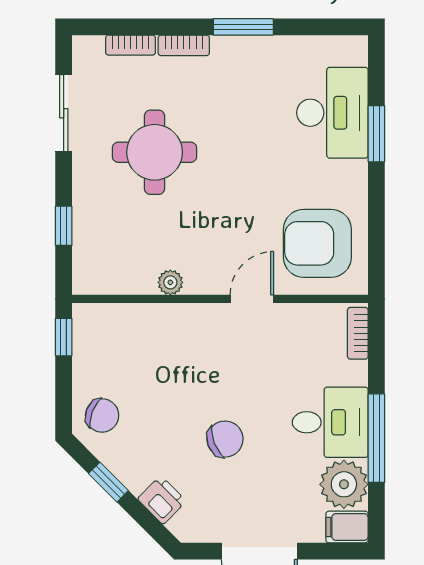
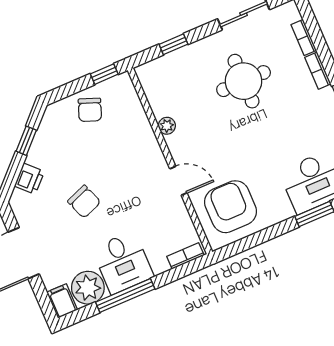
chair: (102, 416) -> (90, 110), moved

